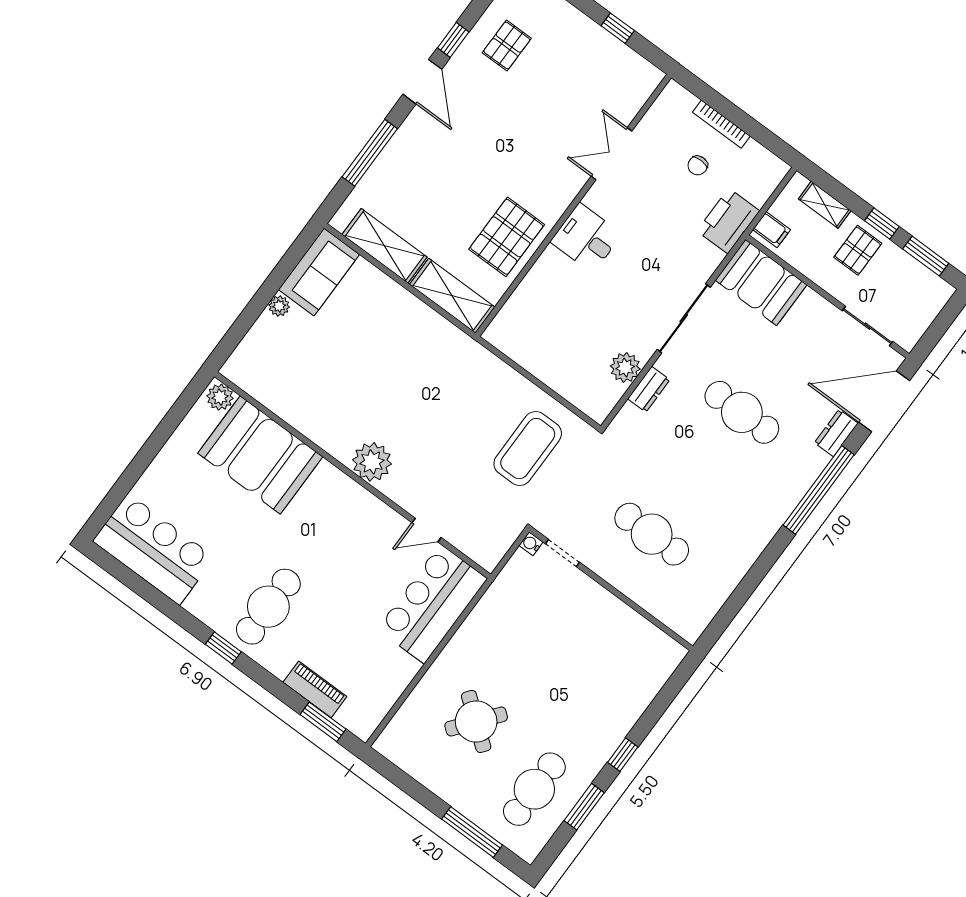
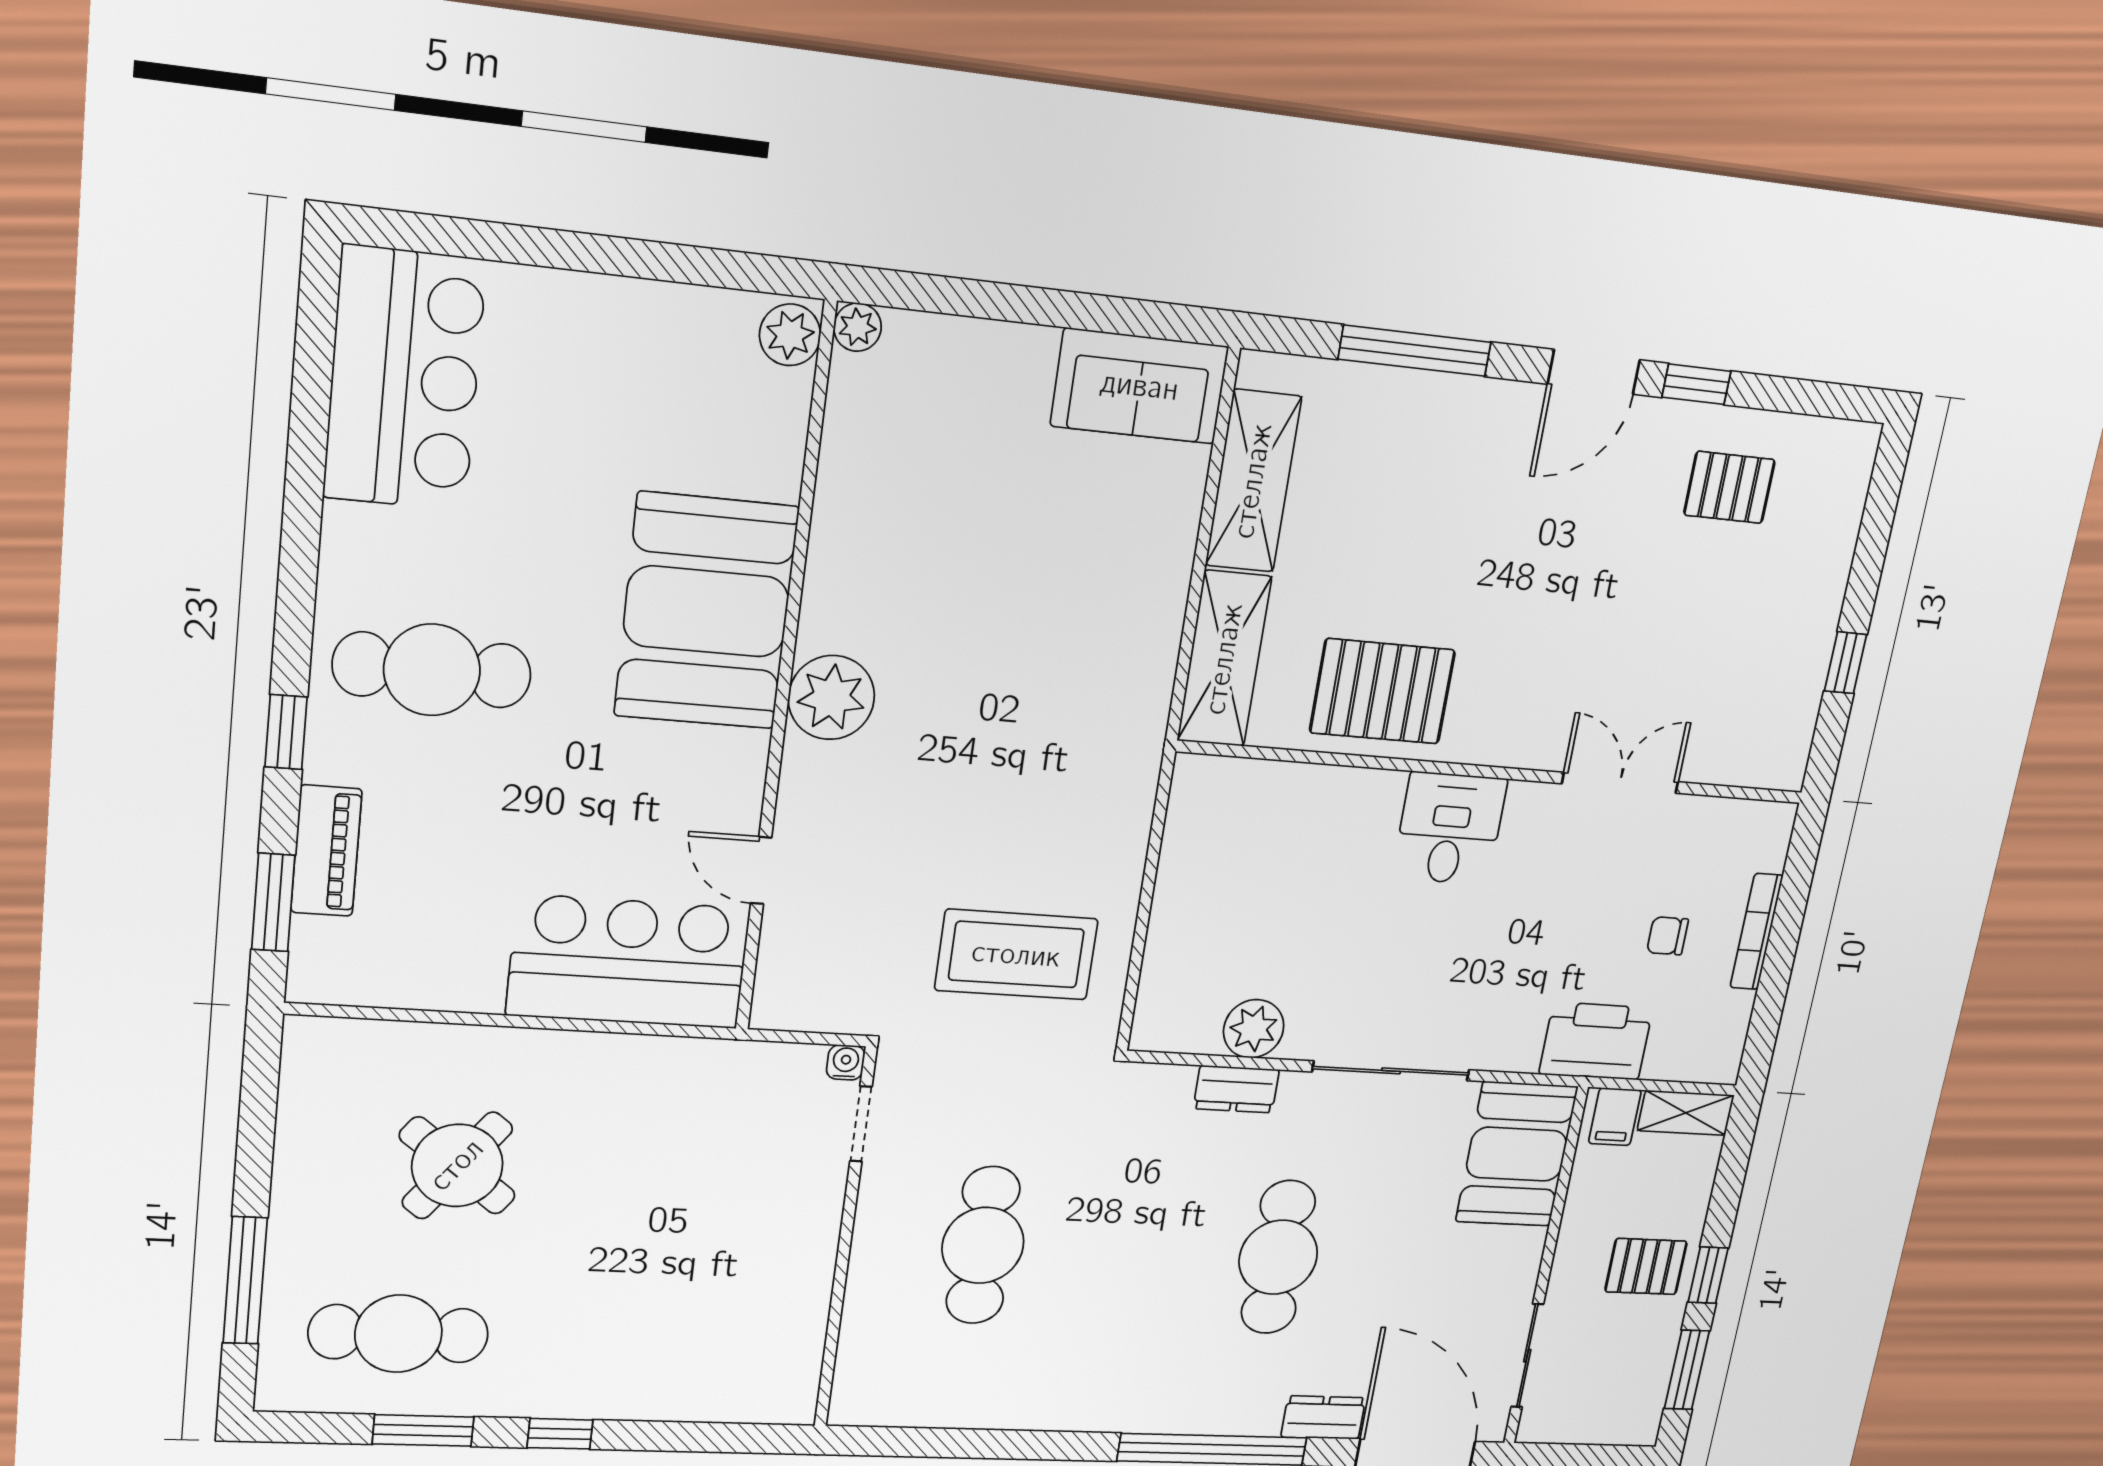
shelving: (825, 205) -> (1686, 1113), moved, turned 90
plant: (279, 306) -> (857, 327), moved
booth: (260, 455) -> (706, 611), moved
window: (223, 648) -> (286, 732), moved

